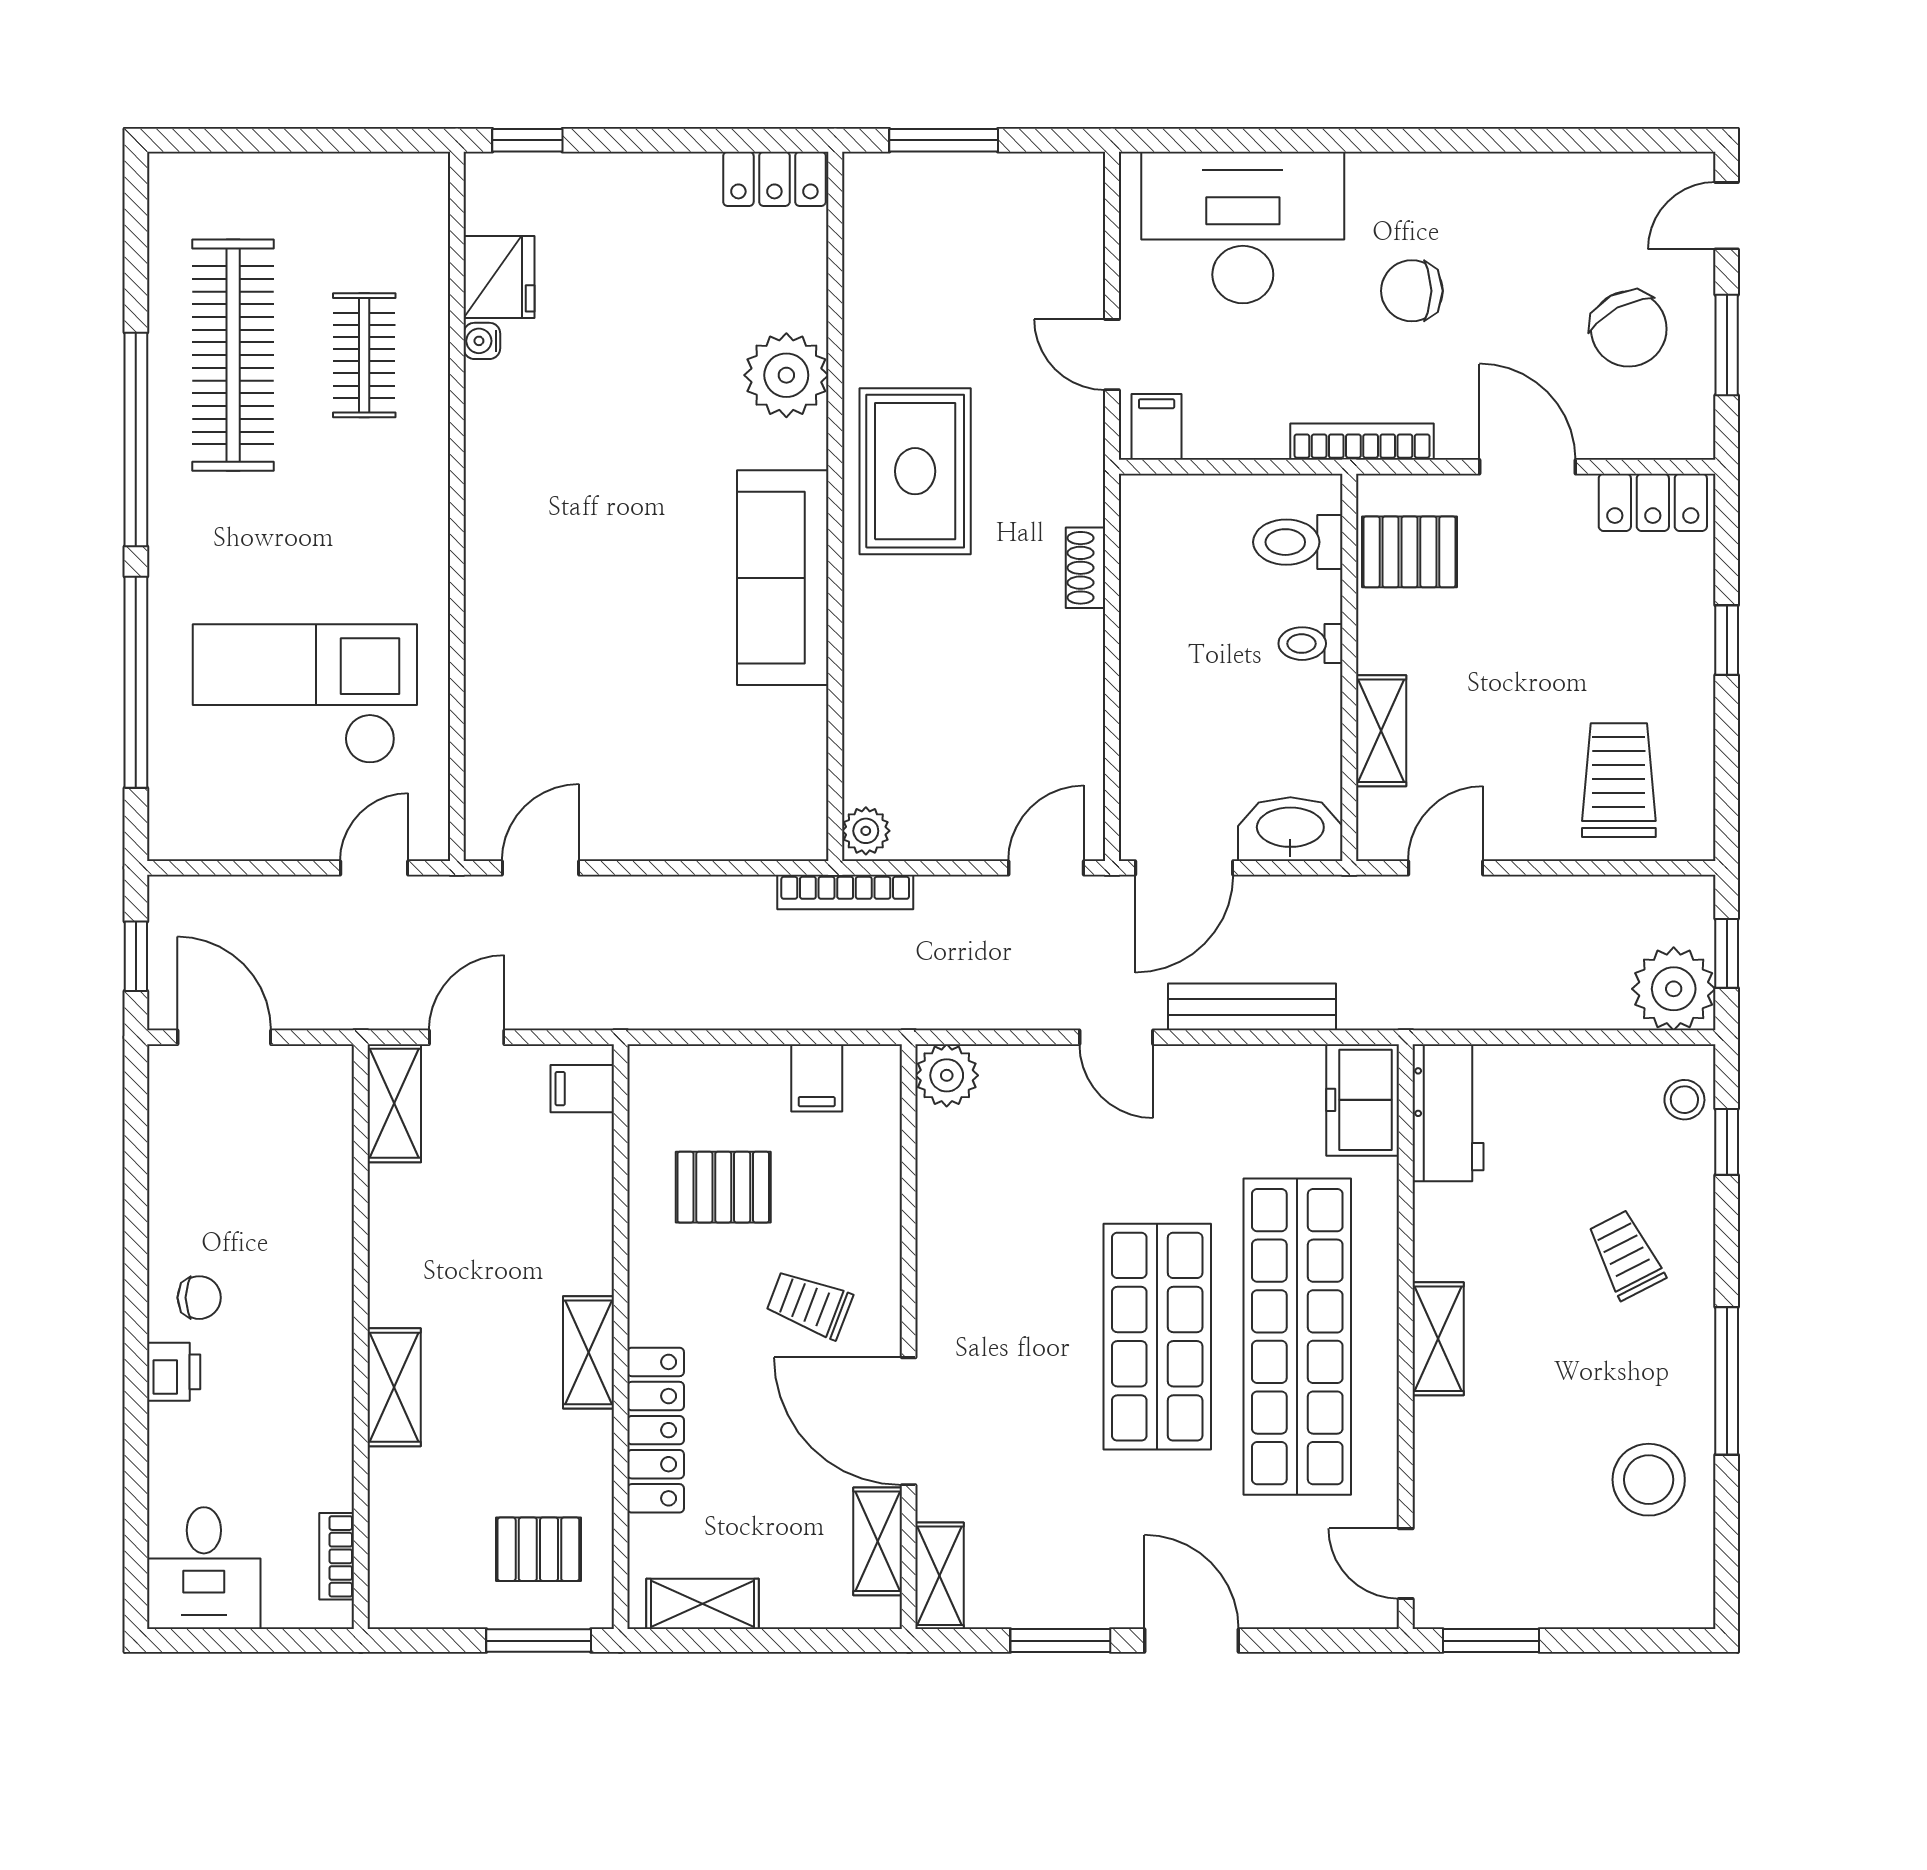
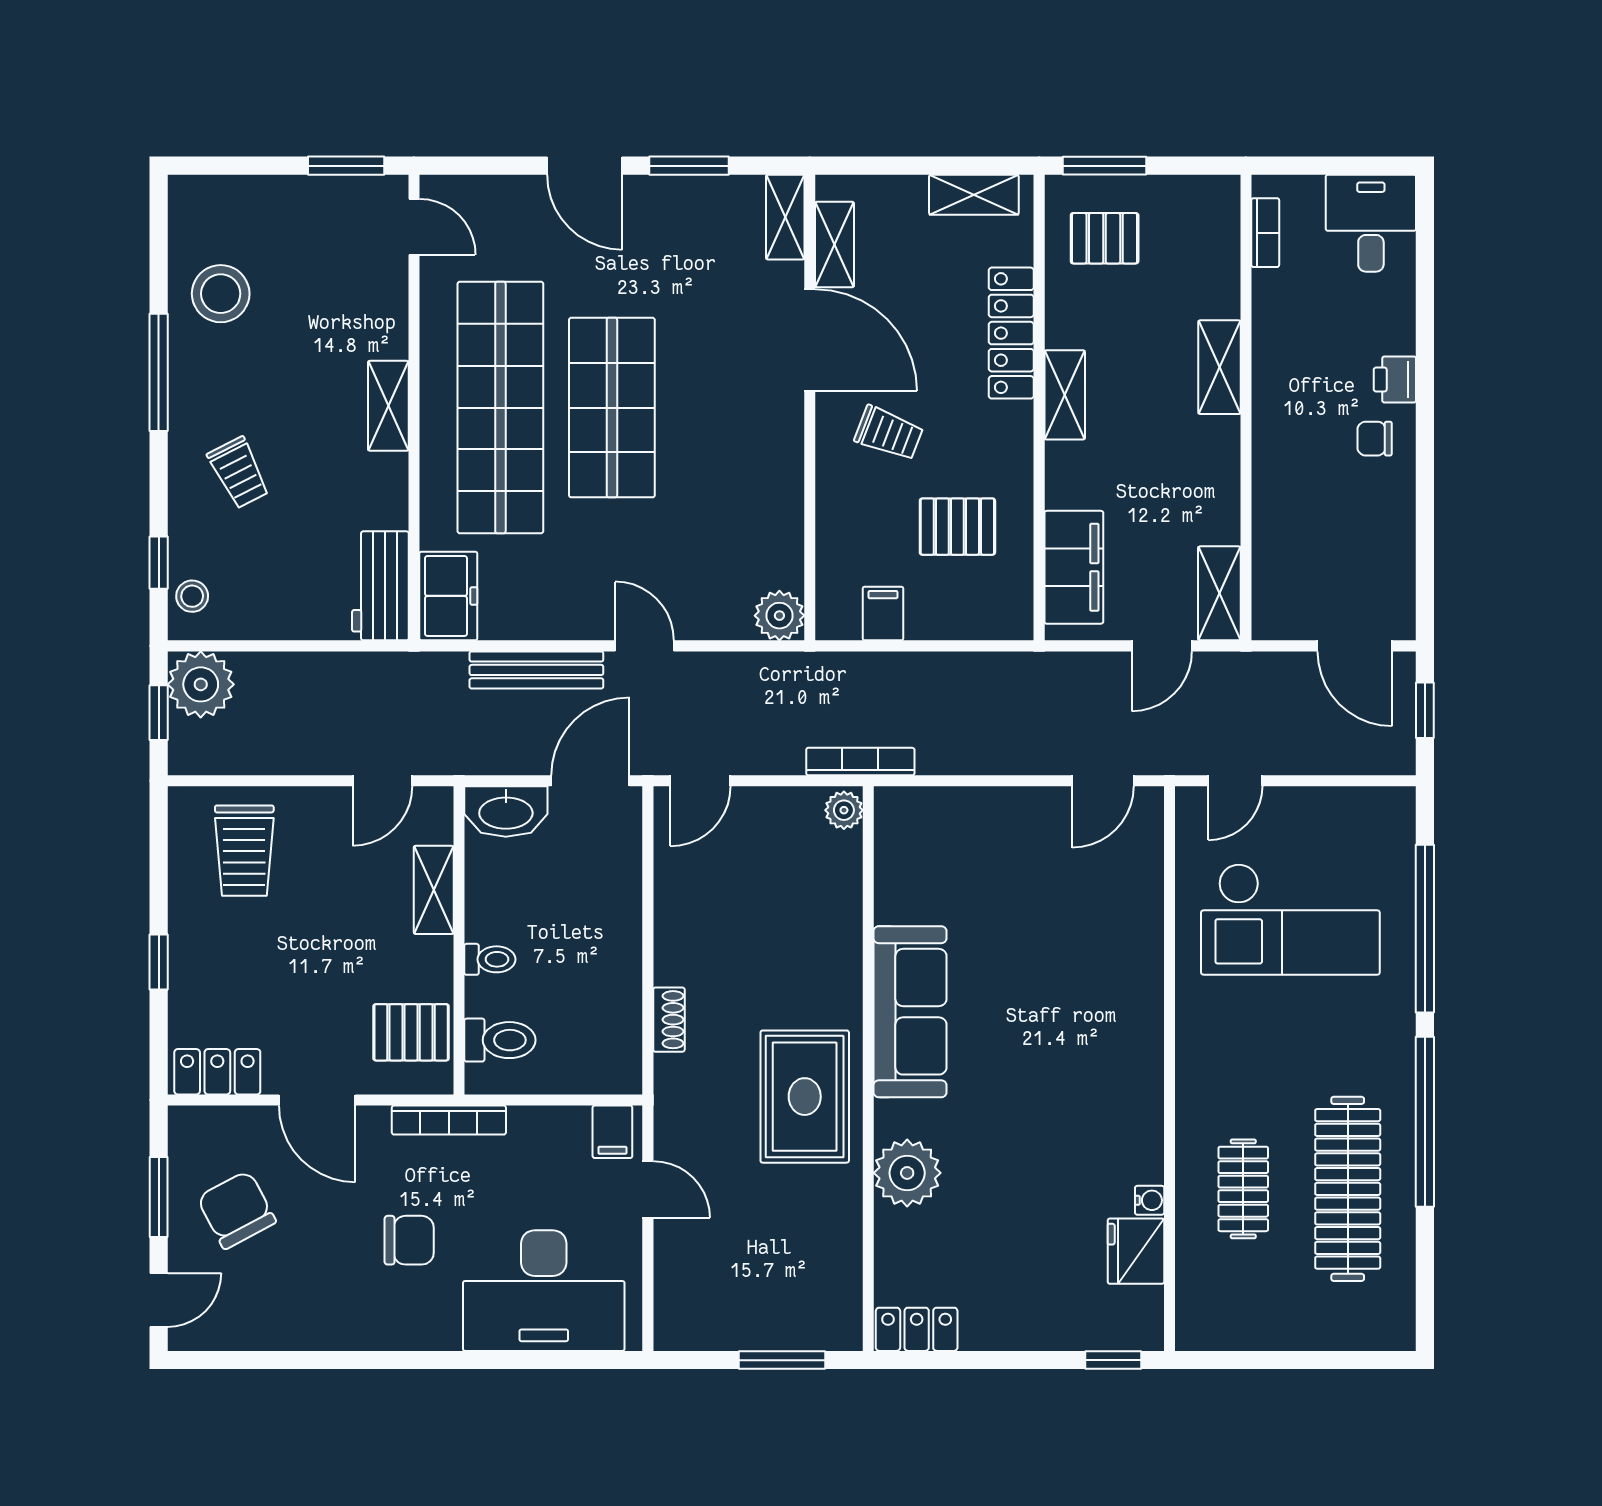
filing cabinet: (582, 1089) -> (1074, 567), width x3.00, depth x1.17

